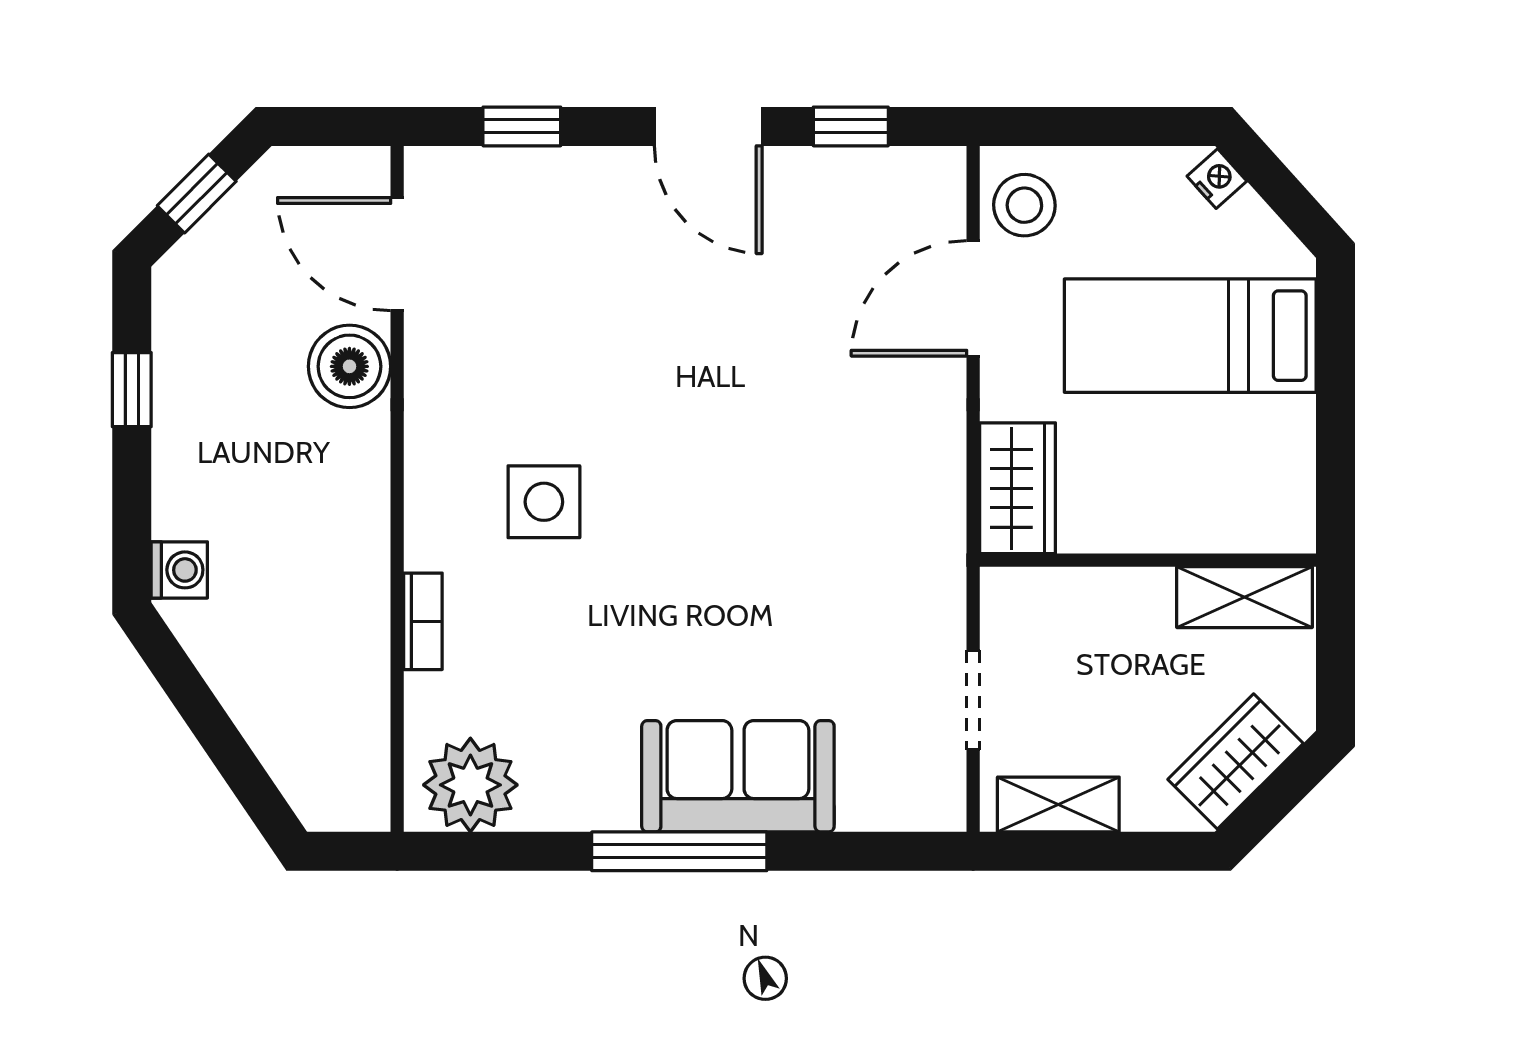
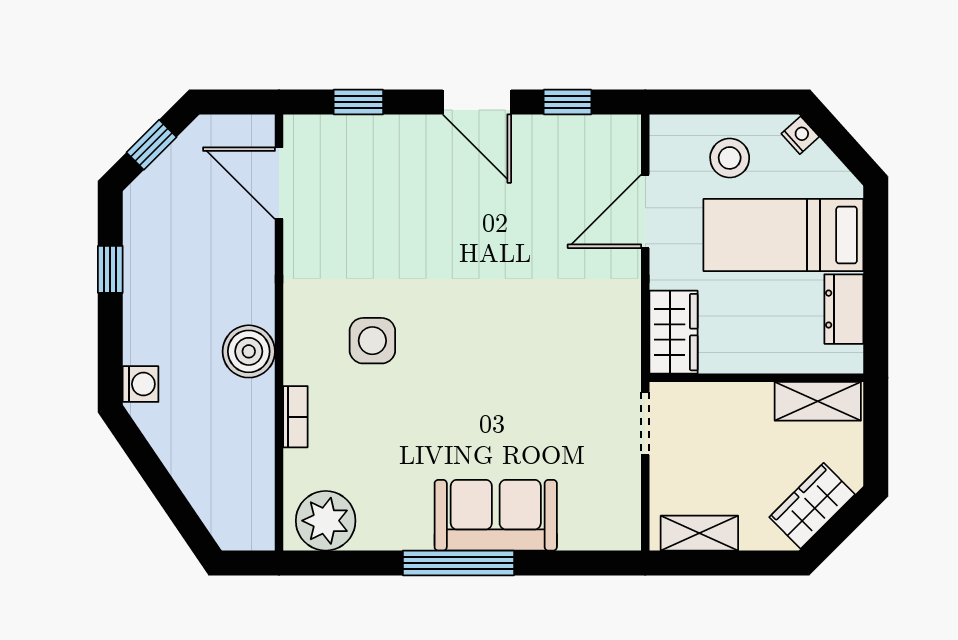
stool: (1024, 205) -> (730, 158), moved
boiler: (349, 366) -> (249, 351), moved
dresser: (1285, 452) -> (844, 309), added
doorway: (973, 700) -> (645, 423), moved

